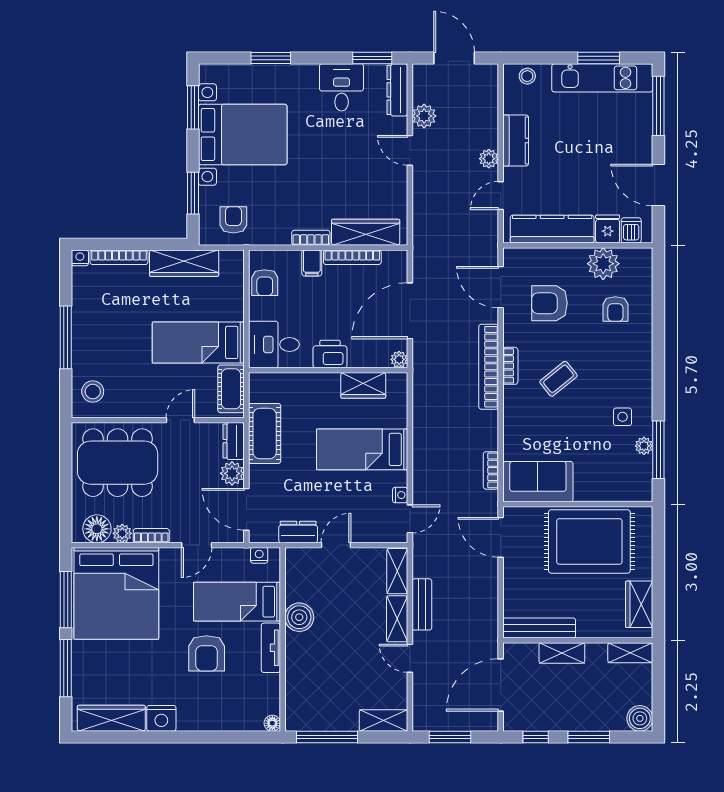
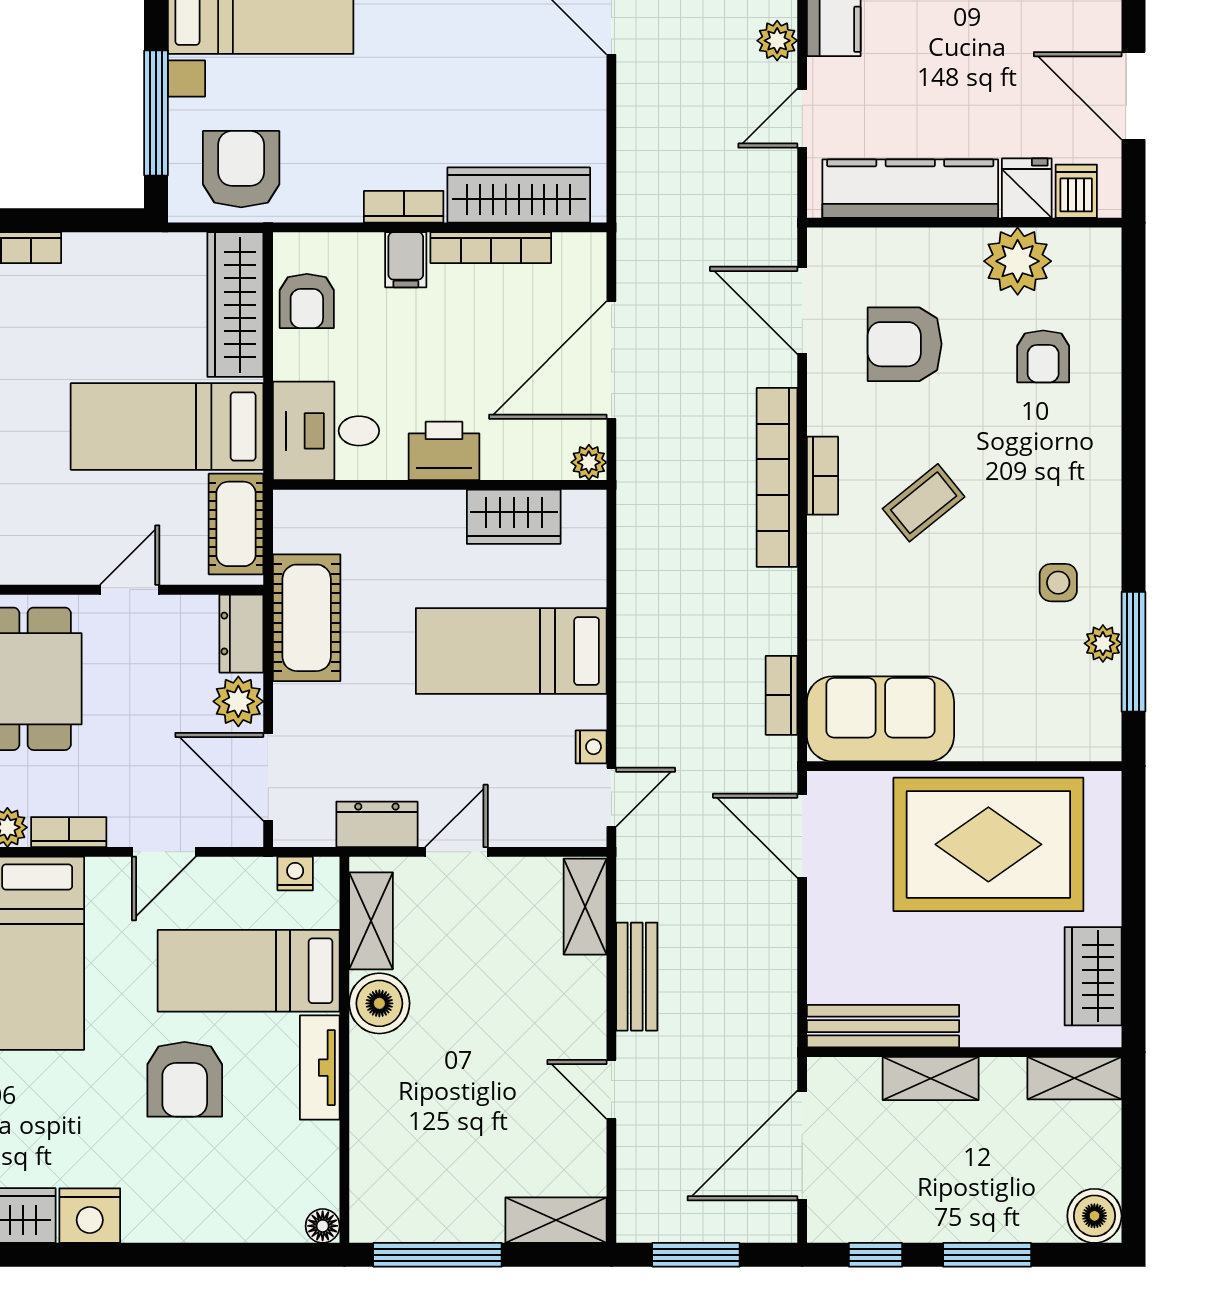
window: (193, 193) -> (156, 113), width x1.44
armchair: (233, 220) -> (241, 169), width x1.38, depth x1.38
wardrobe: (184, 263) -> (235, 305), moved, turned 90
shelving: (397, 619) -> (371, 921), moved

